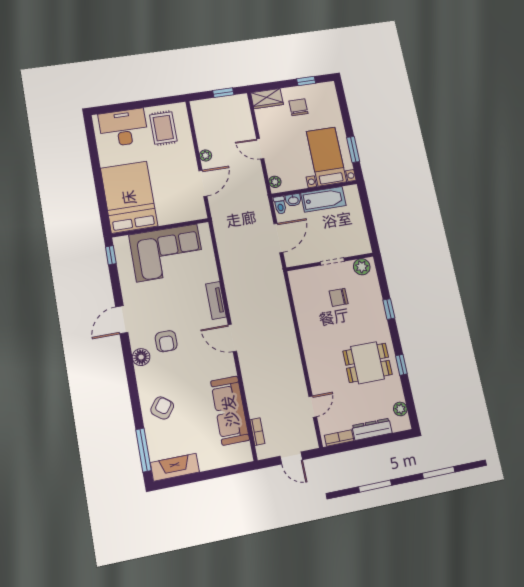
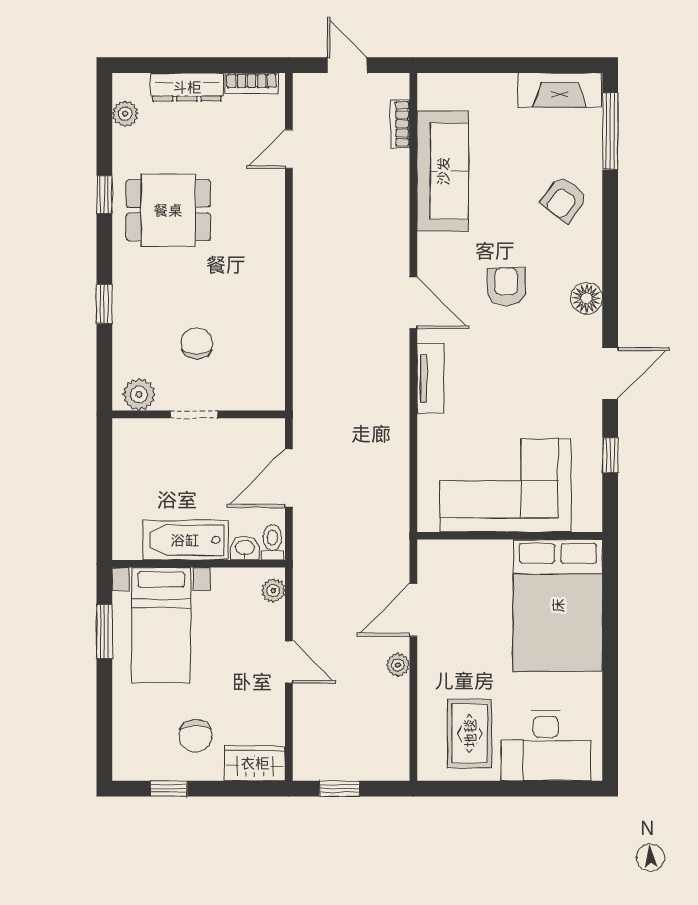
window: (111, 255) -> (610, 455), moved
chair: (339, 297) -> (197, 343), turned -90
armchair: (166, 341) -> (506, 287), moved

